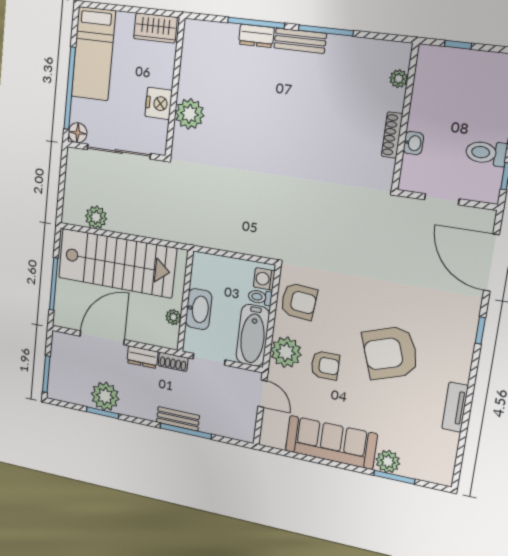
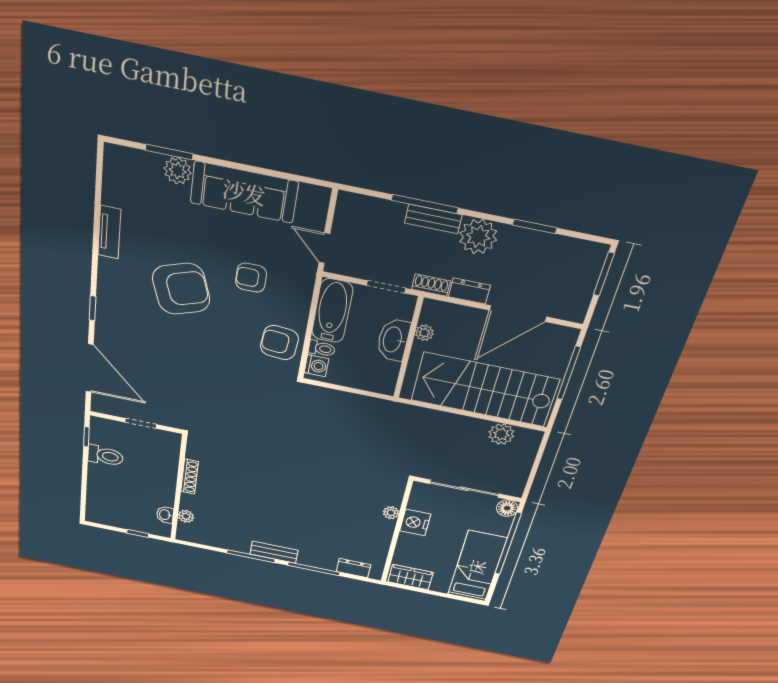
dresser: (256, 36) -> (353, 568), moved
plant: (190, 114) -> (391, 513), width x0.53, depth x0.53
washbasin: (413, 143) -> (165, 515), moved
plant: (286, 352) -> (295, 292), removed
plant: (105, 396) -> (478, 236), moved

